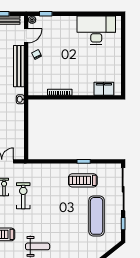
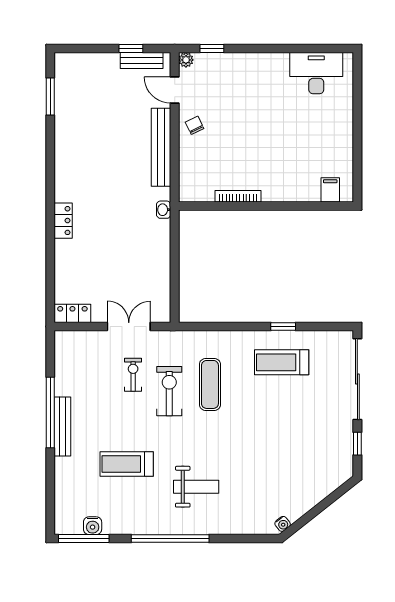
desk: (96, 30) -> (316, 73), width x0.73, depth x0.77
door: (26, 36) -> (175, 90), swing flipped
filing cabinet: (104, 89) -> (330, 190), width x0.50
exercise mat: (97, 216) -> (210, 384), moved, width x0.73, depth x0.69

